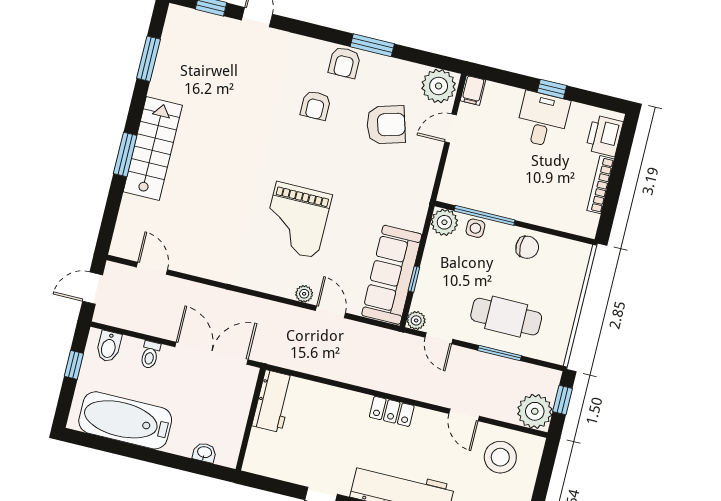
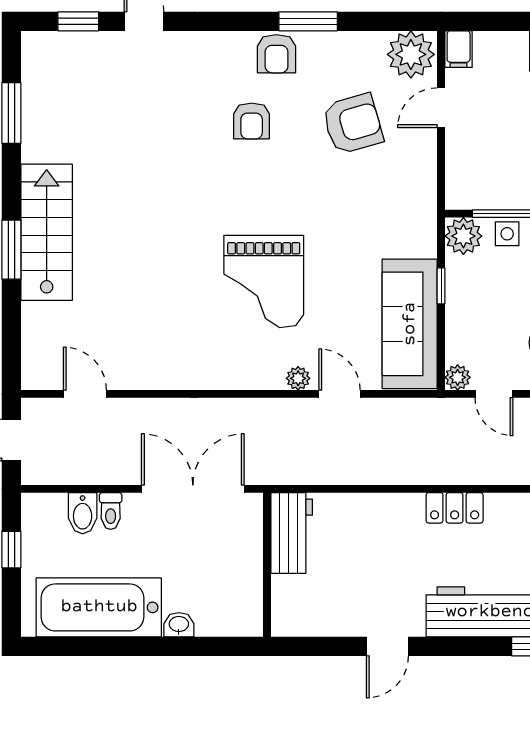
window: (414, 279) -> (441, 286), moved
bidet: (109, 346) -> (83, 513), moved
washbasin: (204, 453) -> (179, 625), moved

